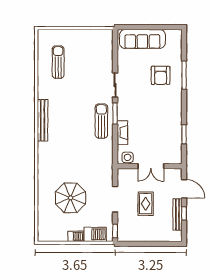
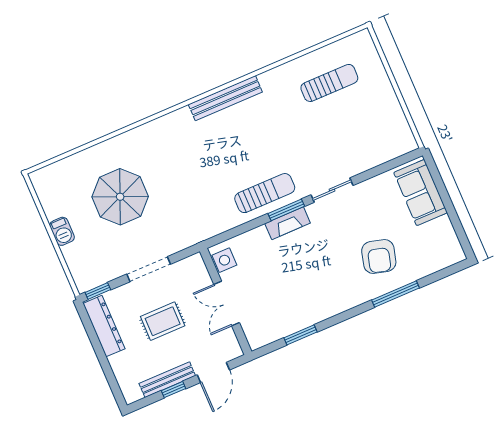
sofa: (142, 39) -> (421, 193), width x0.73
armchair: (161, 75) -> (379, 256), turned -75
fireplace: (122, 133) -> (288, 223), moved
barbecue: (95, 234) -> (79, 261), removed
dresser: (135, 236) -> (104, 326), added

